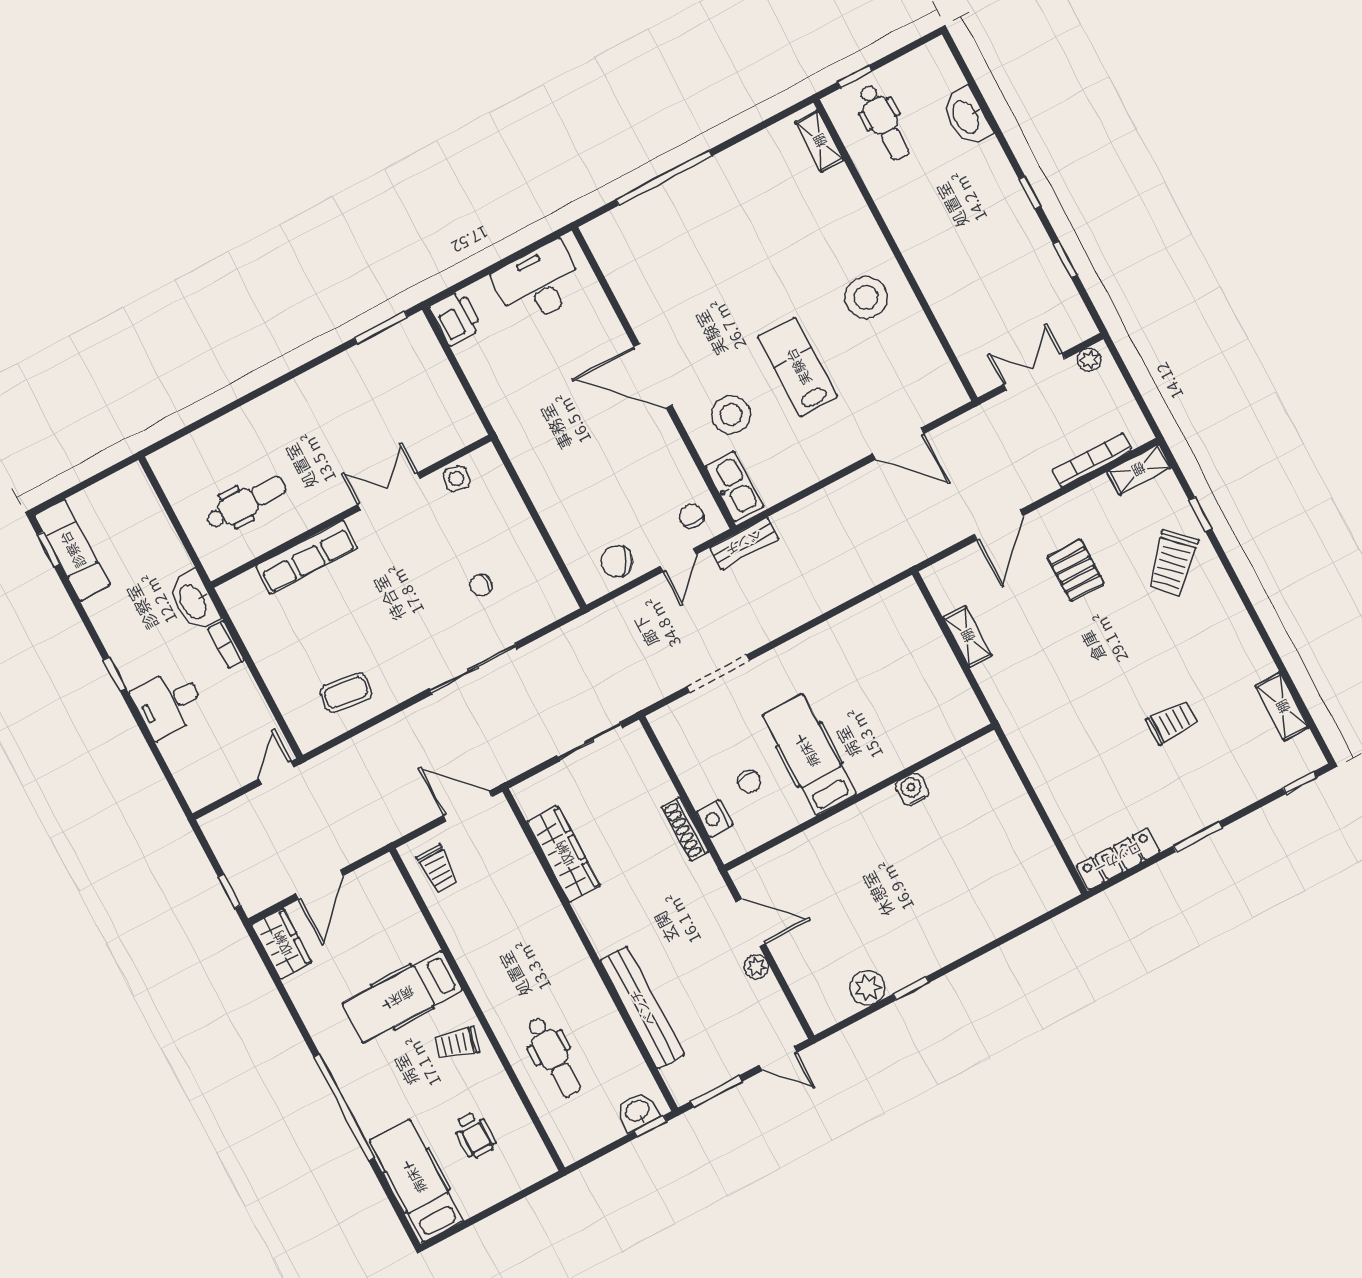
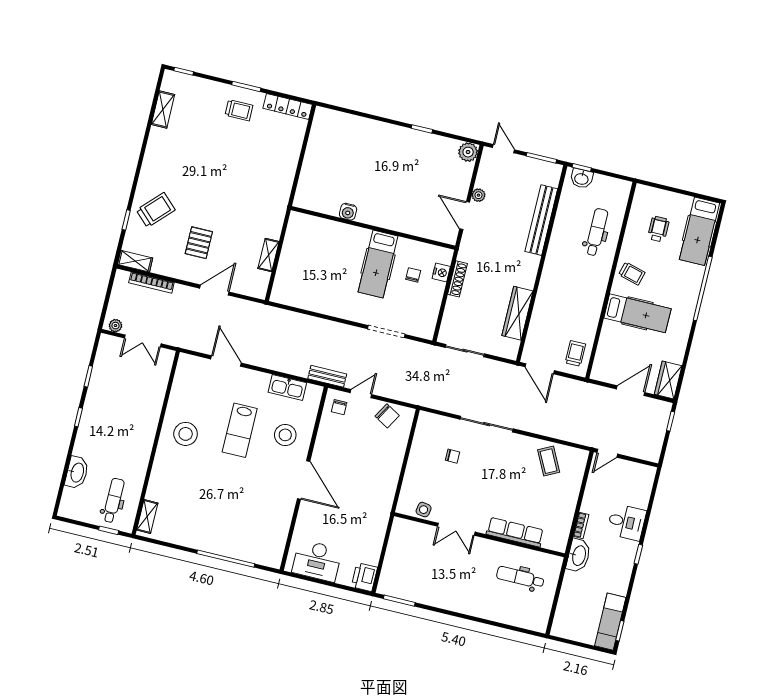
kitchen sink: (734, 487) -> (287, 387), moved, turned -90
coffee table: (346, 693) -> (549, 461), turned 56
trolley: (1172, 722) -> (239, 110), moved, turned 180
plant: (868, 988) -> (468, 152), moved

